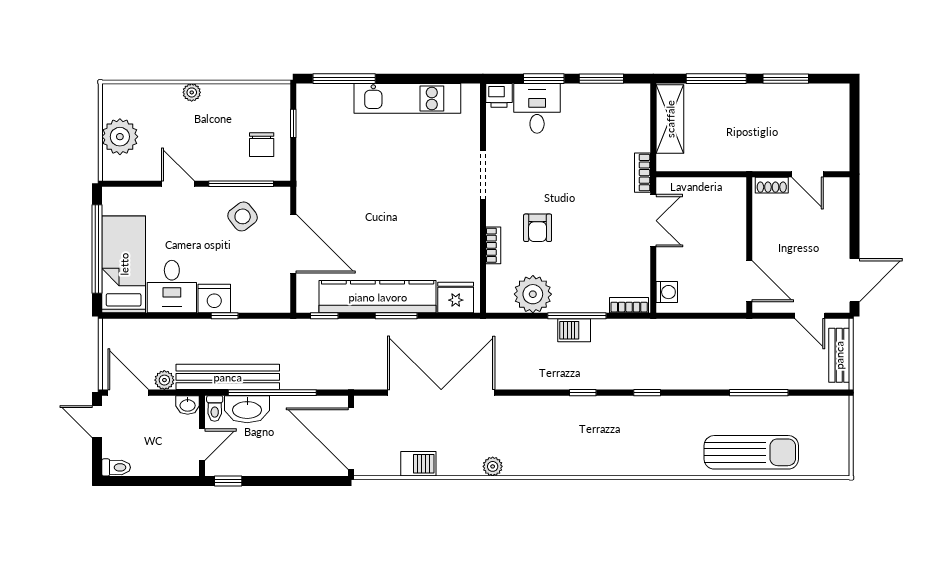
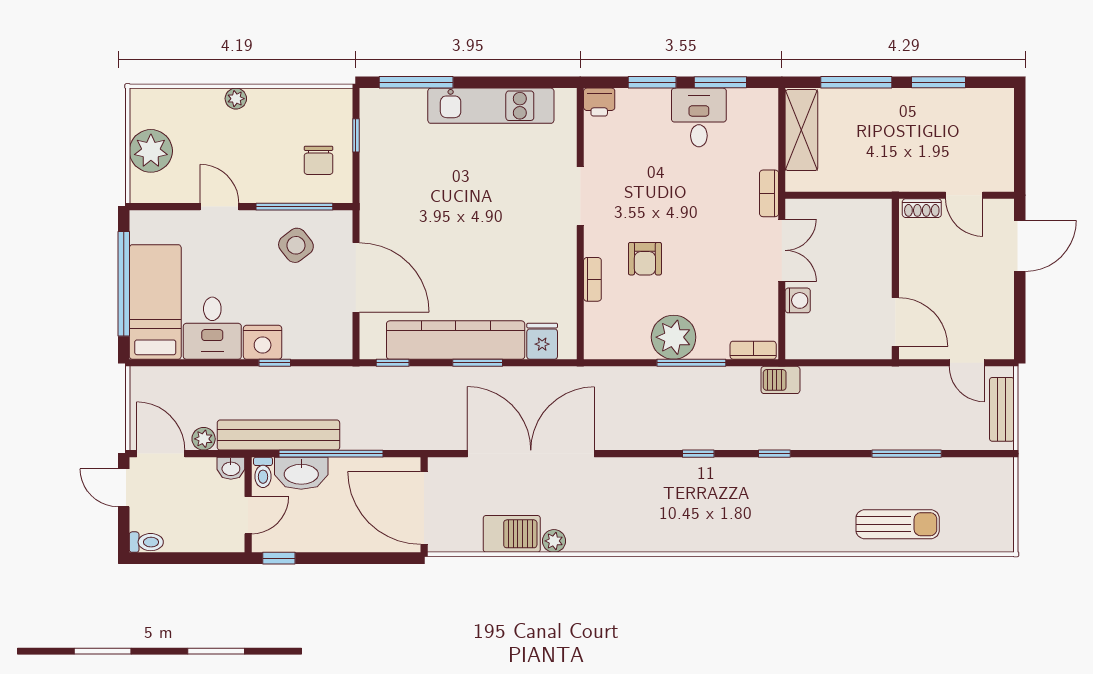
desk: (537, 108) -> (699, 117), moved
door: (854, 280) -> (1020, 246), moved
washing machine: (667, 292) -> (798, 300), moved
plant: (533, 294) -> (674, 337), moved
fridge: (456, 298) -> (542, 341), width x0.72
barbecue: (574, 330) -> (780, 380), moved
sun lounger: (751, 452) -> (898, 524), width x0.73, depth x0.75
barbecue: (418, 464) -> (512, 534), width x1.38, depth x1.27
plant: (493, 466) -> (554, 541), moved

